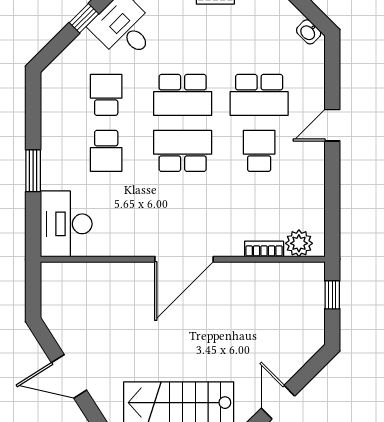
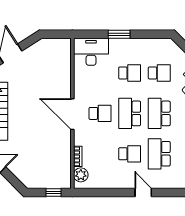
school desk: (106, 151) -> (130, 73), turned 180
school desk: (183, 151) -> (130, 113), turned 180
school desk: (183, 207) -> (100, 113), added

